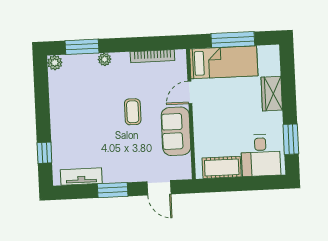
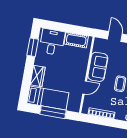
bed: (224, 62) -> (48, 98), moved, turned 180

